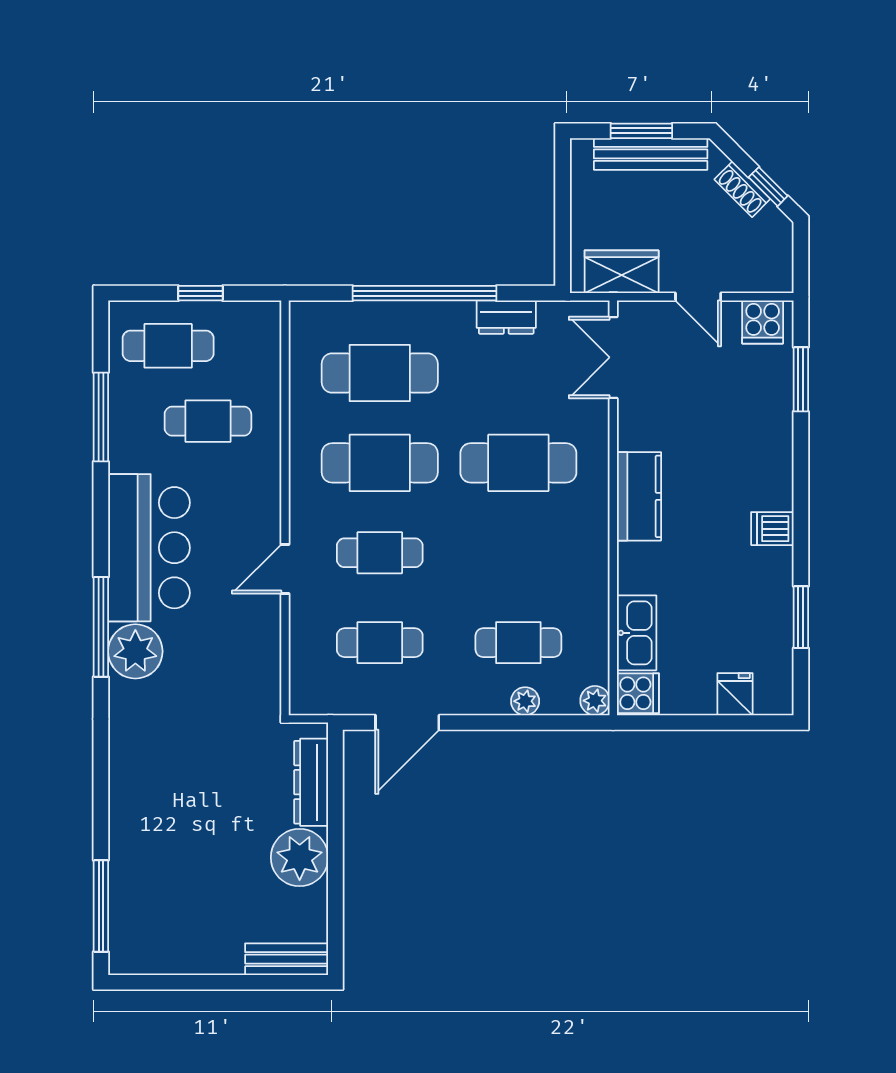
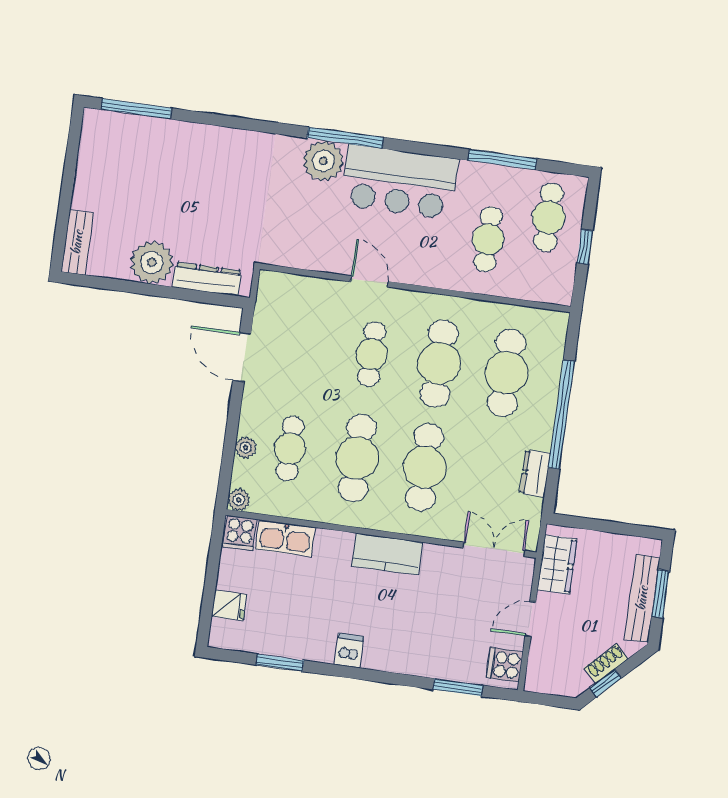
cafe table: (380, 643) -> (357, 458), moved, width x1.37, depth x1.35

